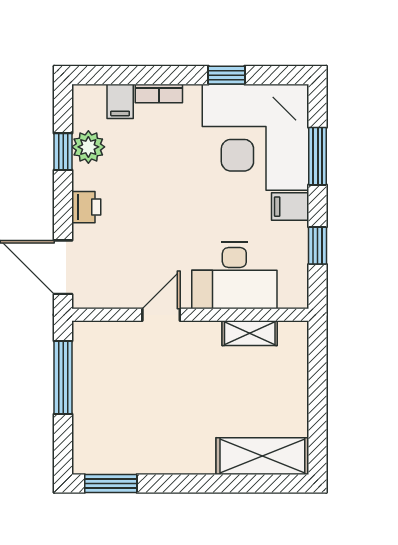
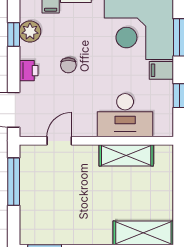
chair: (147, 199) -> (68, 65), added
door: (161, 315) -> (59, 141), moved
shelving: (250, 333) -> (126, 155), width x1.50, depth x1.33

